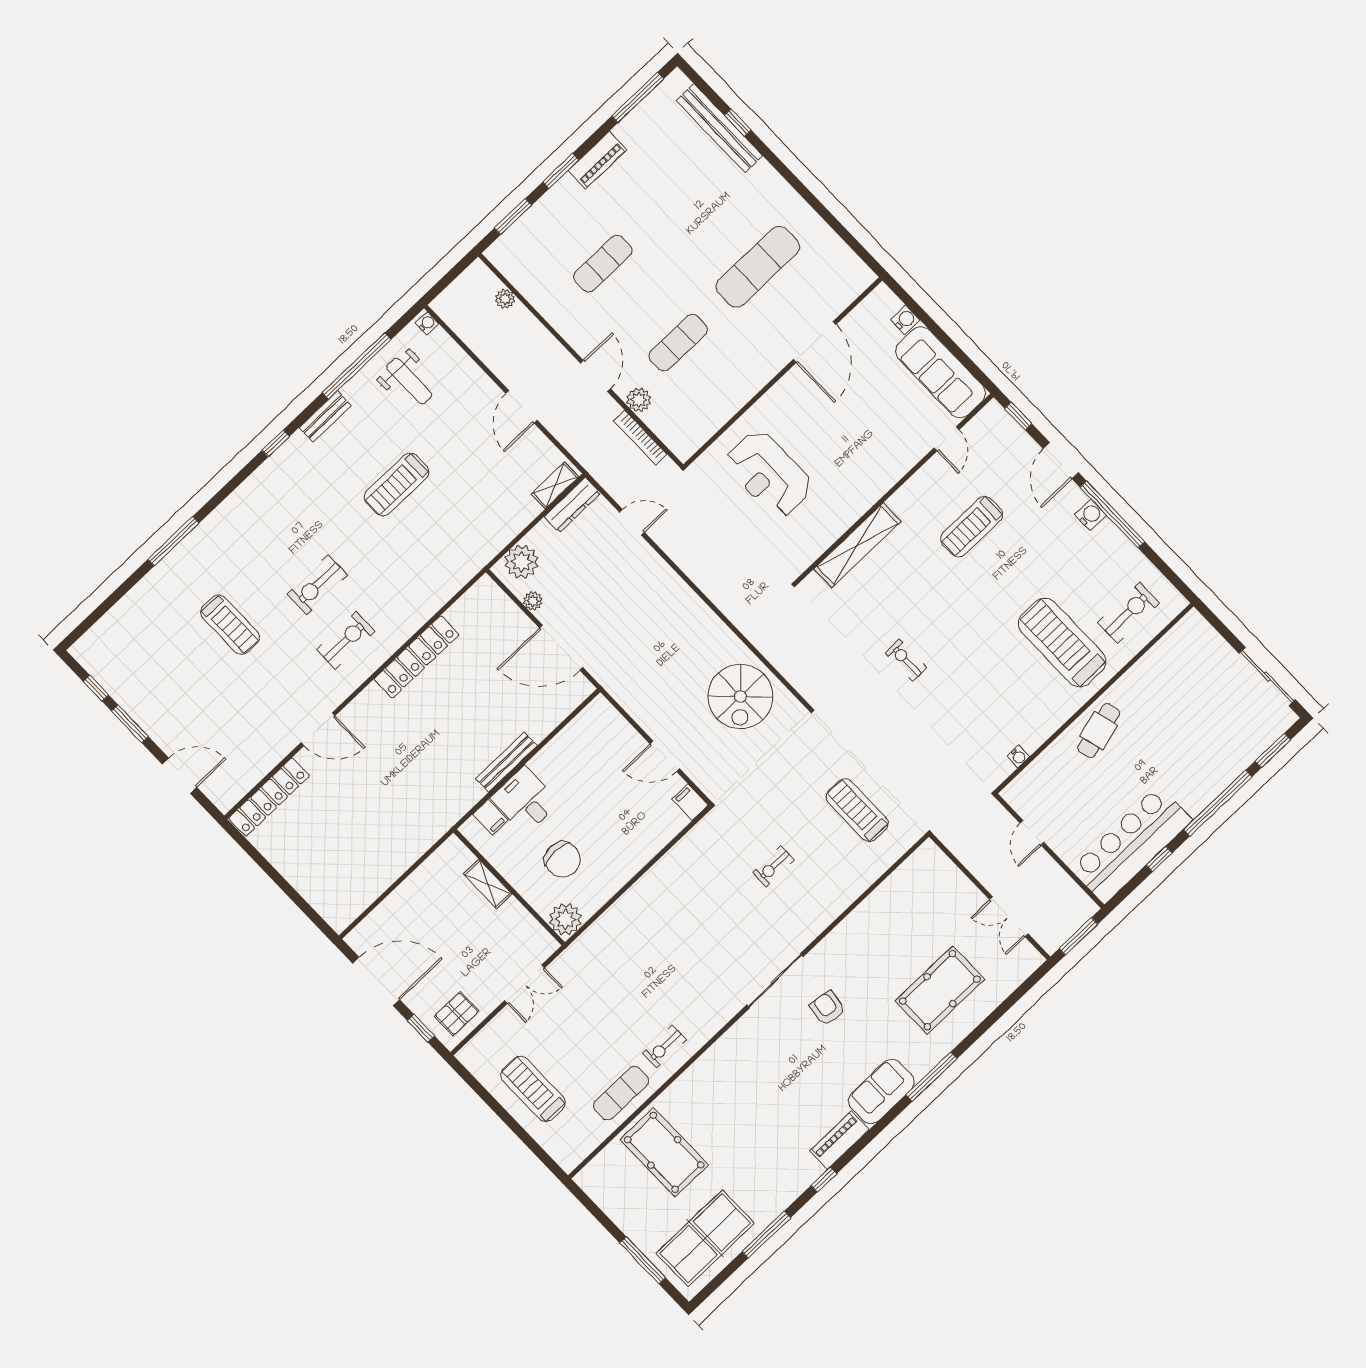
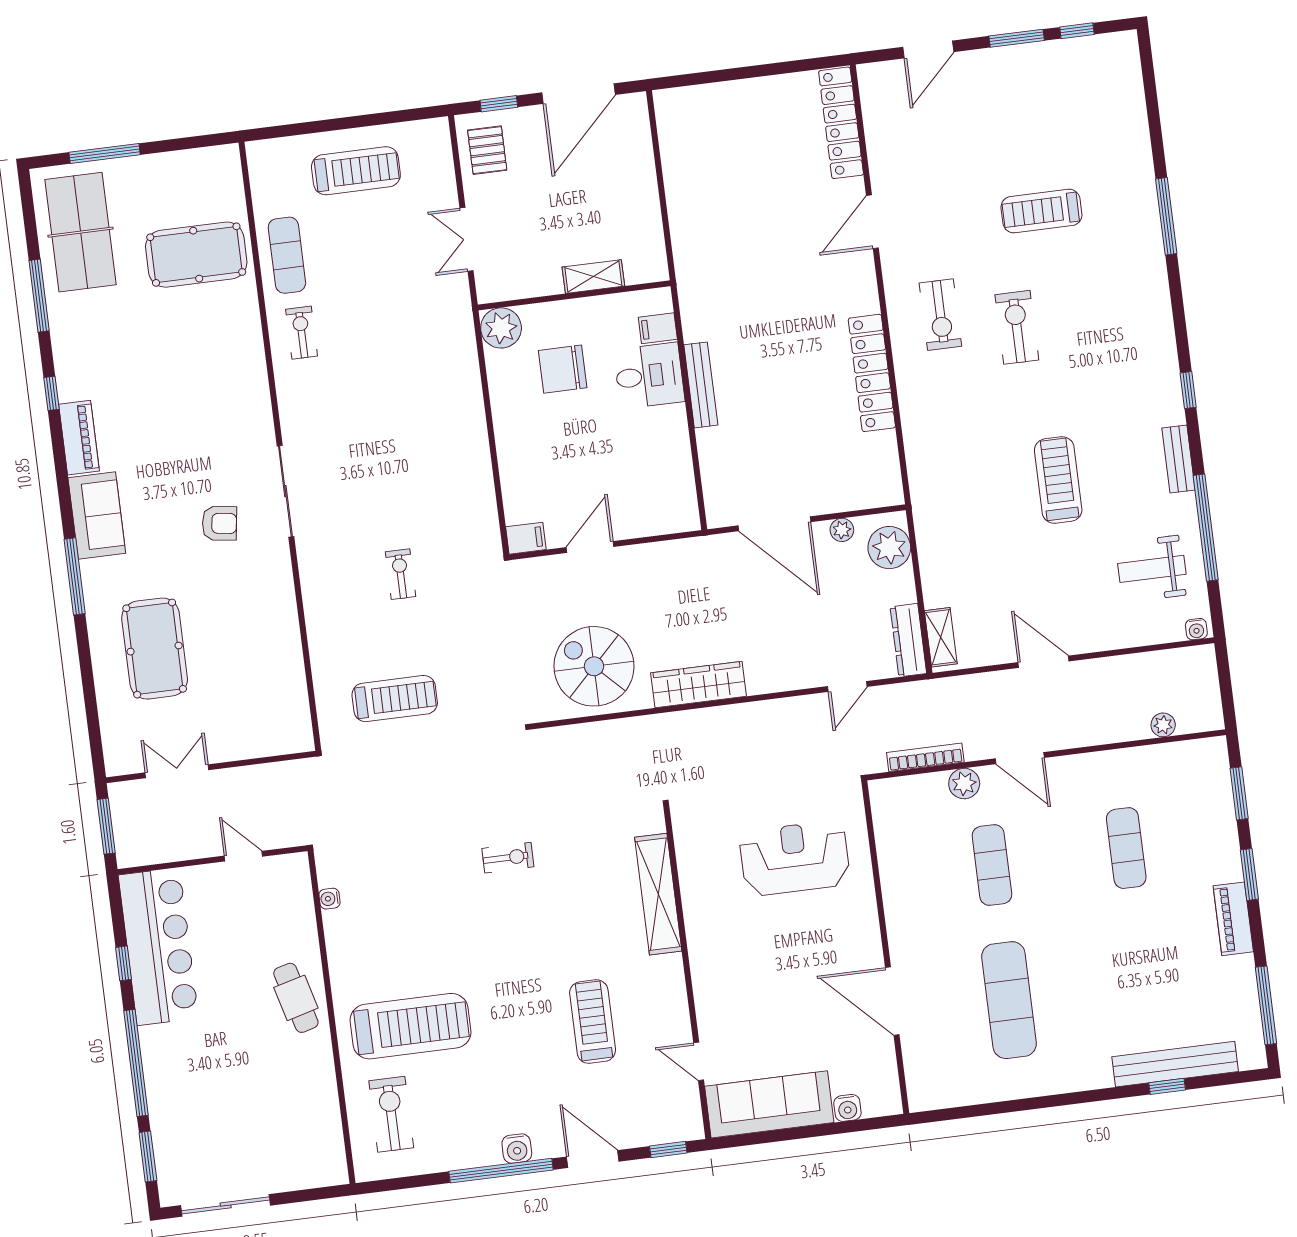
exercise bike: (1128, 613) -> (391, 1114), turned 180
wardrobe: (702, 620) -> (698, 685), added
door: (561, 648) -> (774, 524), swing flipped

